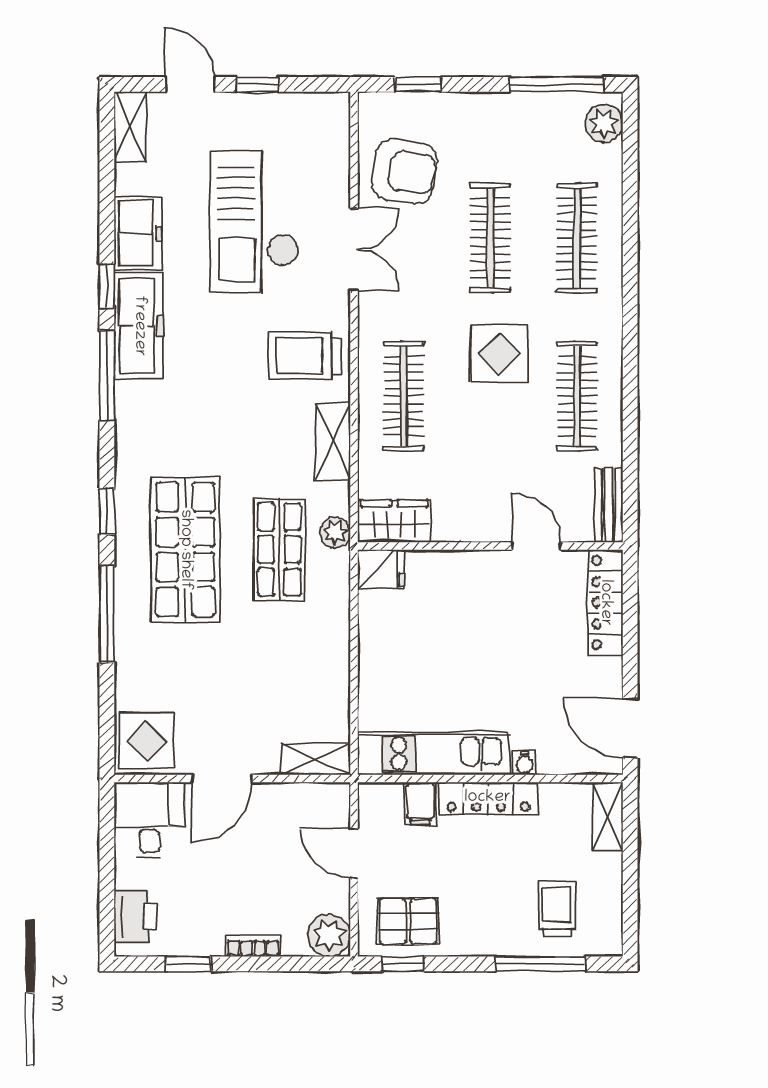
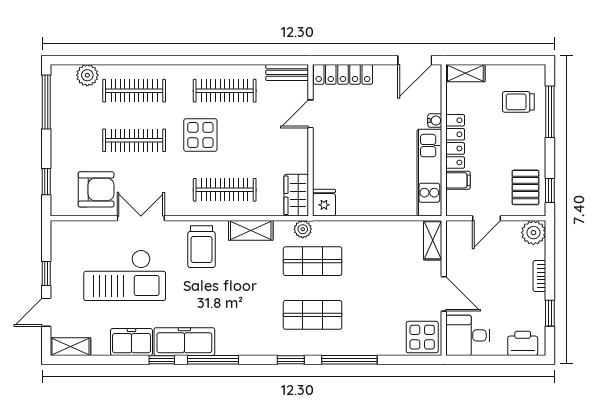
plant: (604, 123) -> (87, 75), moved
armchair: (404, 171) -> (96, 189), turned 81
shop shelf: (185, 550) -> (313, 315), width x0.70, depth x0.74

